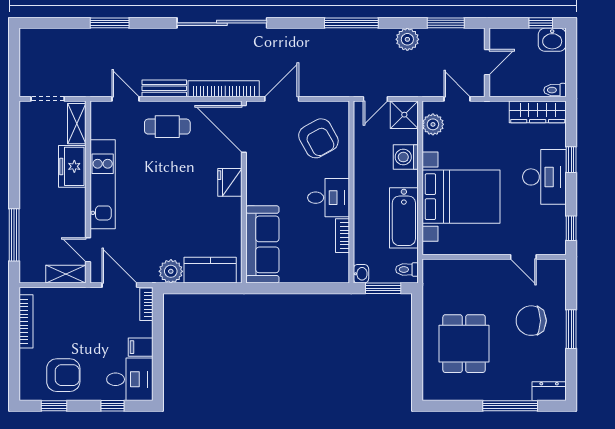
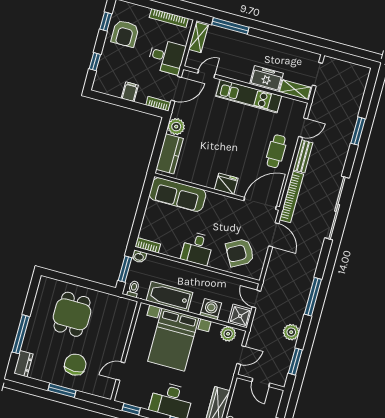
bookcase: (342, 236) -> (148, 245), moved
shelving: (66, 274) -> (198, 37), moved
dining table: (464, 344) -> (72, 314), turned 90
desk: (130, 379) -> (167, 57), moved, turned -90

